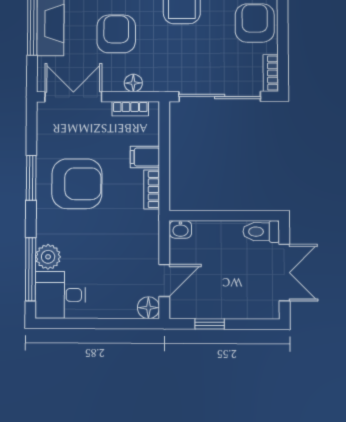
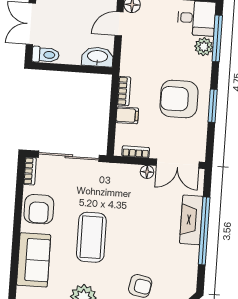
armchair: (116, 34) -> (142, 208), removed
floor lamp: (133, 83) -> (147, 172), moved
washbasin: (180, 229) -> (97, 57), width x1.91, depth x1.45

